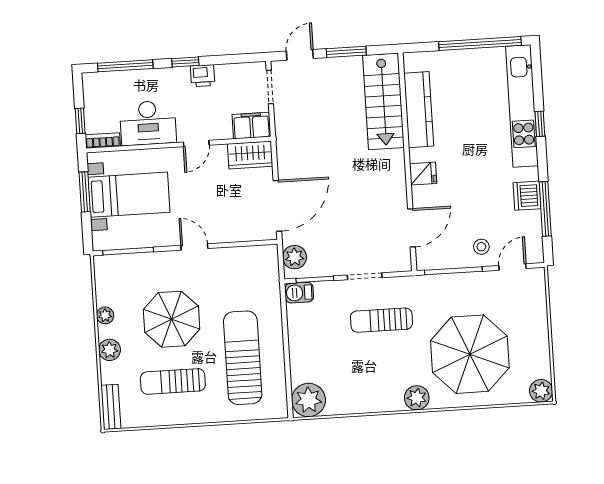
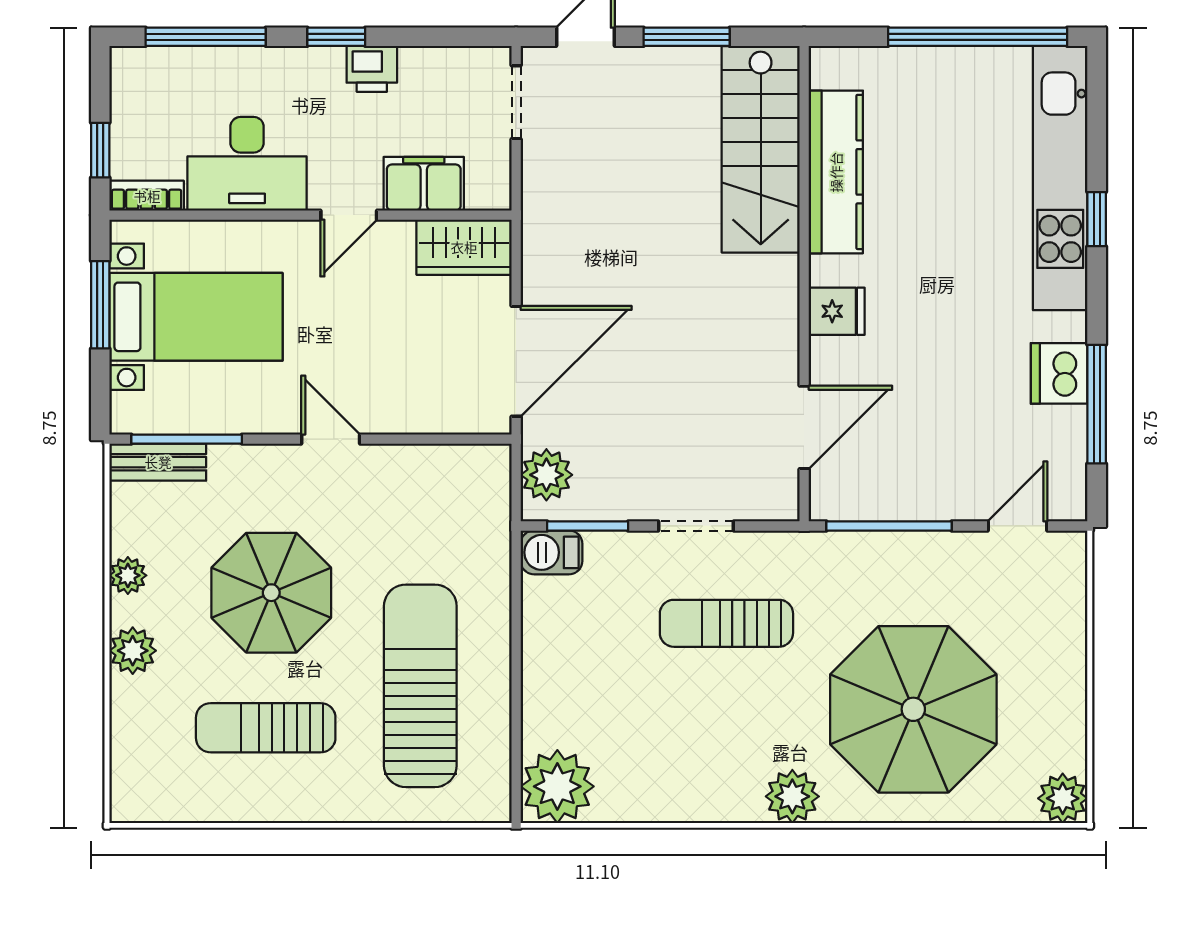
filing cabinet: (251, 126) -> (424, 184), moved
stool: (481, 247) -> (953, 478), removed
bench: (111, 407) -> (158, 462), moved, turned 90

